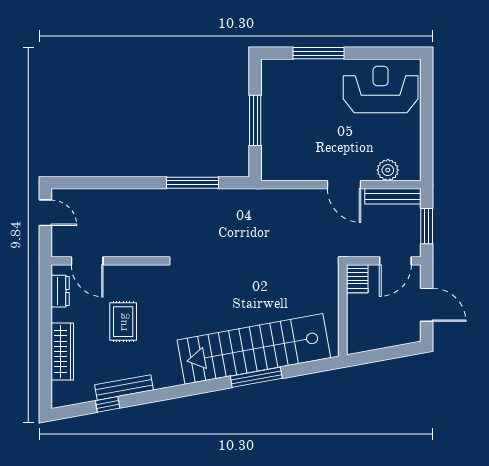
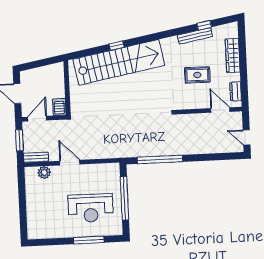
reception desk: (381, 90) -> (91, 208), moved
window: (255, 120) -> (124, 198), width x1.46
window: (193, 183) -> (160, 159), width x1.46
bench: (393, 196) -> (36, 157), width x0.73
rug: (123, 322) -> (197, 75), turned 90
window: (256, 377) -> (117, 46), width x0.46

